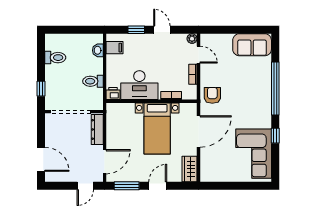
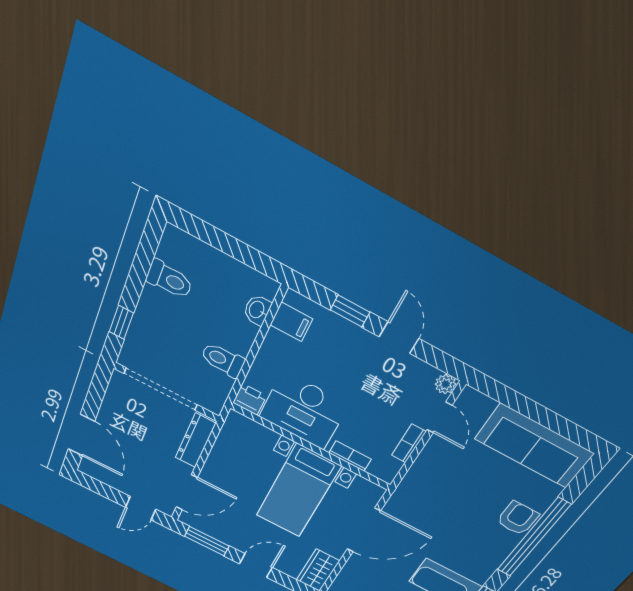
sofa: (252, 45) -> (534, 446), width x1.36
armchair: (212, 95) -> (518, 518), moved

